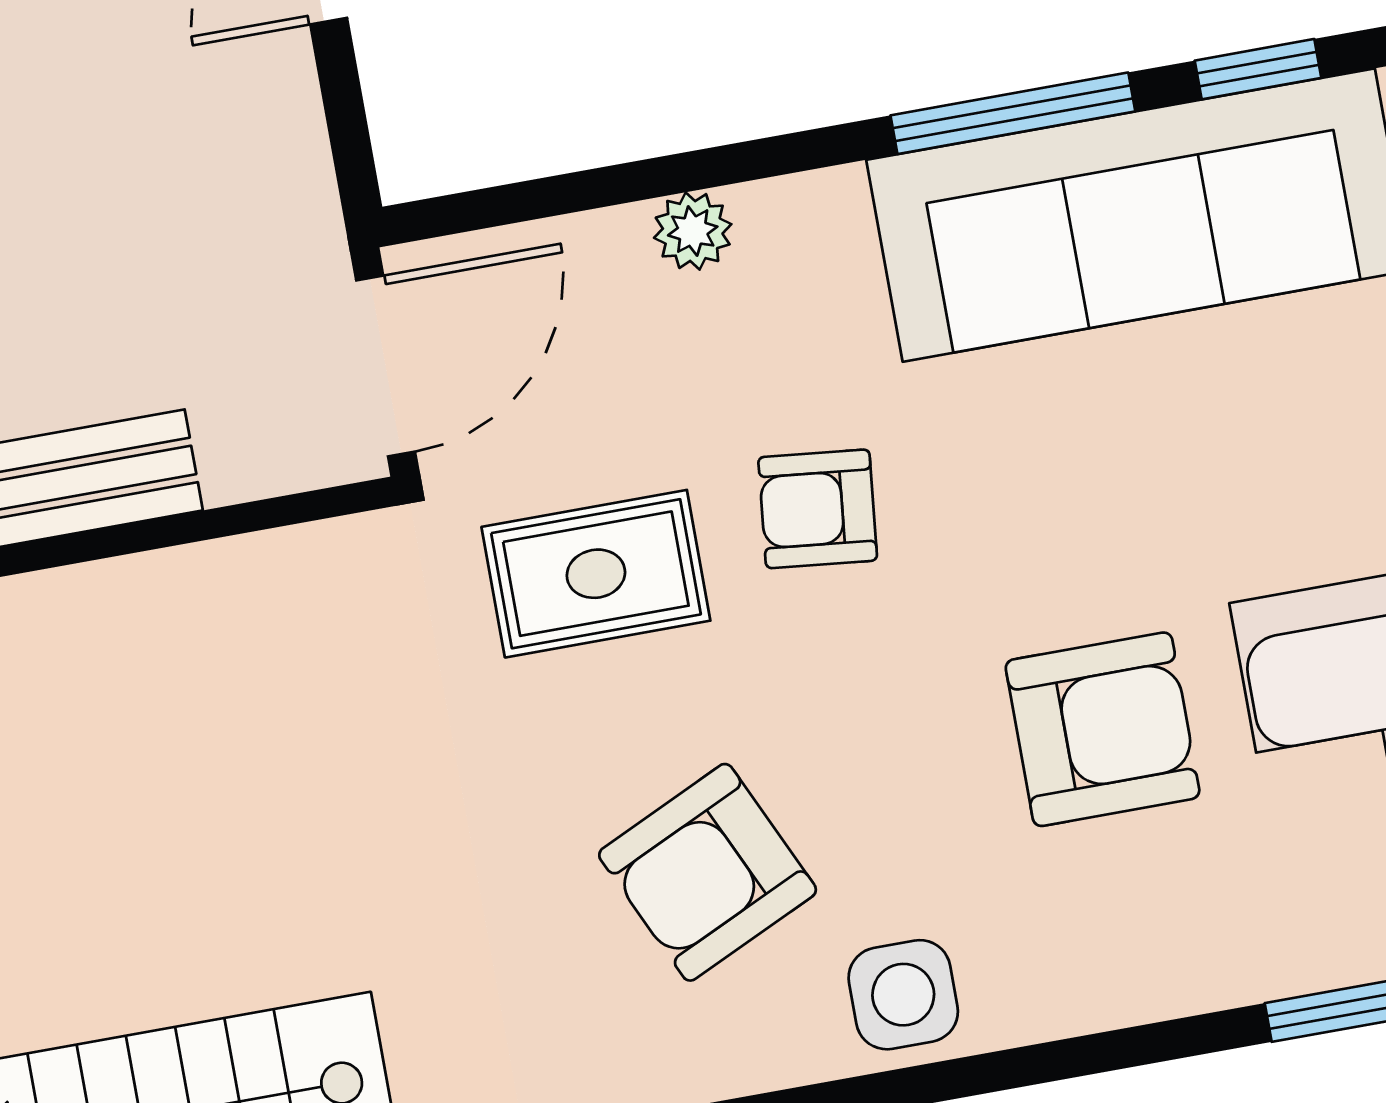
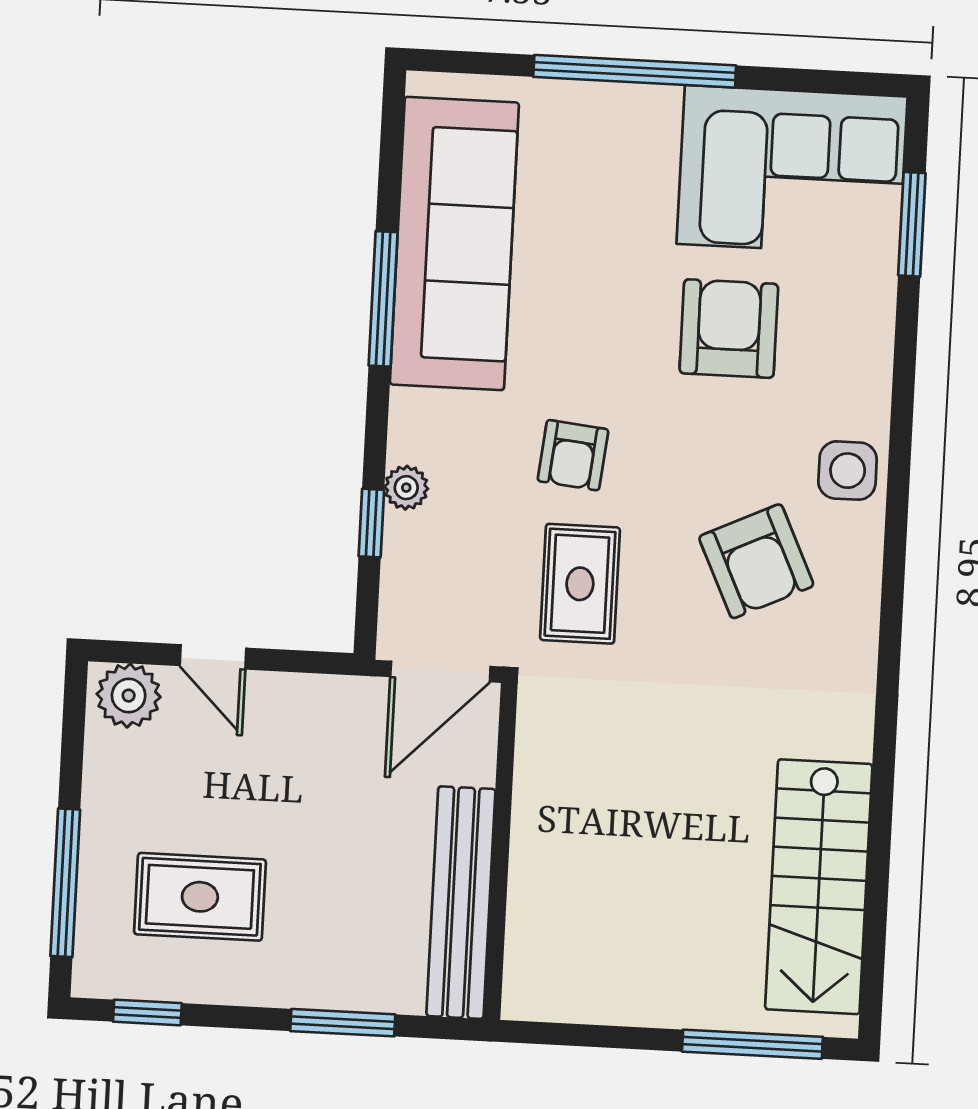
window: (1258, 69) -> (371, 523), moved
door: (386, 366) -> (440, 671), swing flipped

